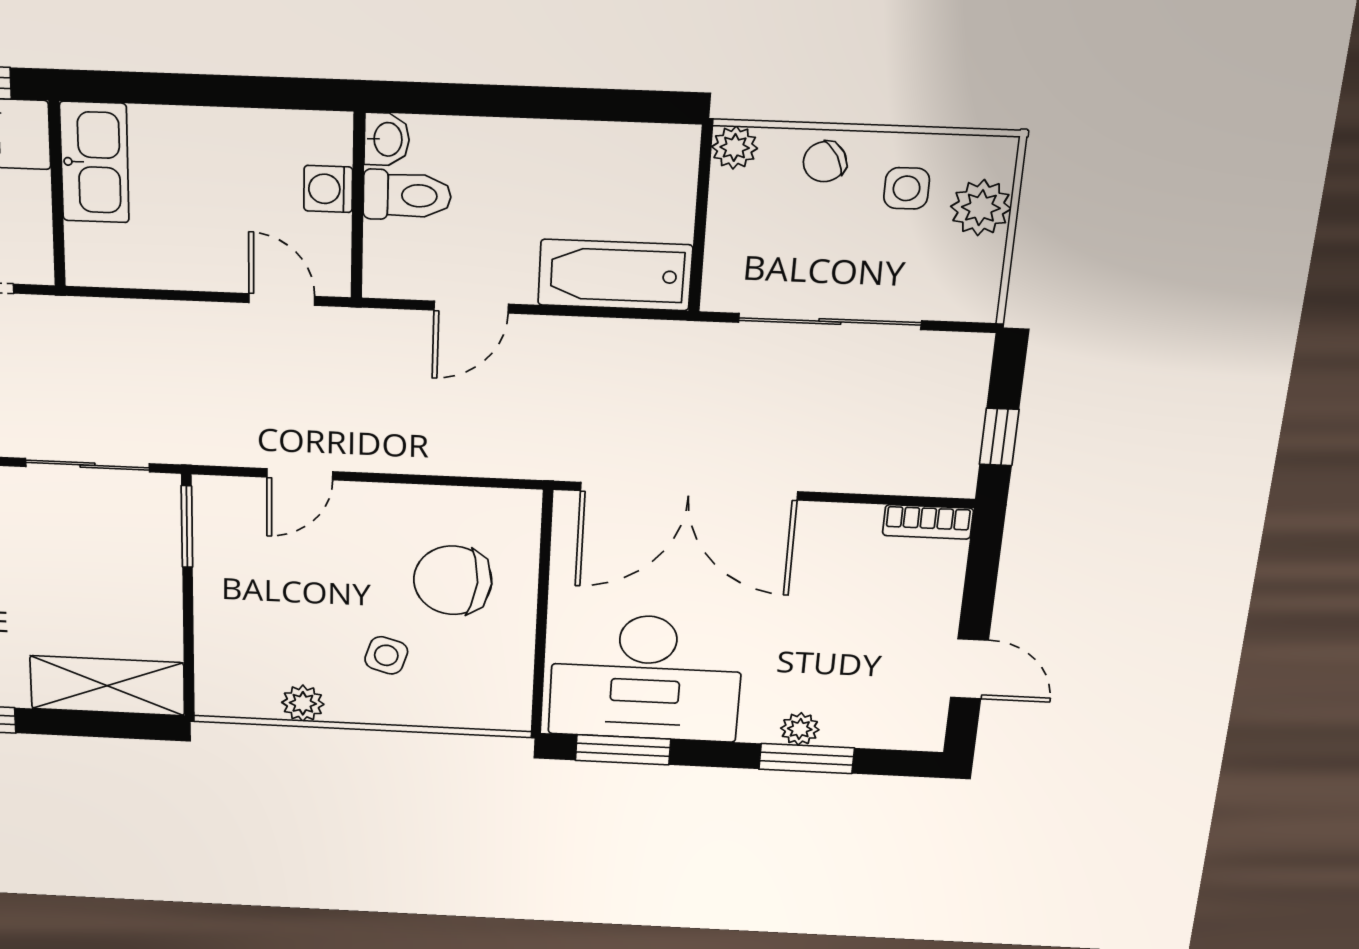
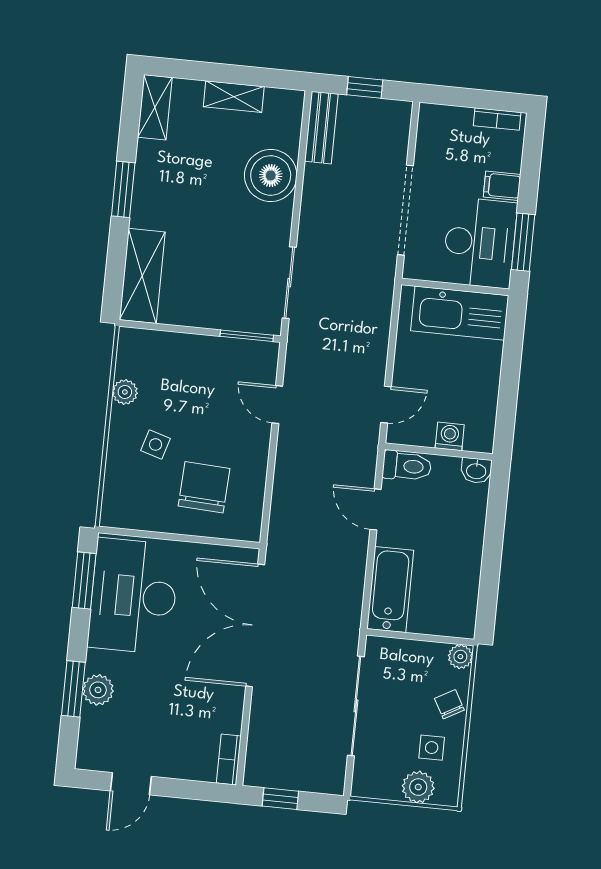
kitchen sink: (94, 162) -> (460, 313), width x1.36, depth x1.24
toilet: (407, 195) -> (407, 466), moved, turned -90
plant: (800, 729) -> (98, 690), width x1.38, depth x1.38

